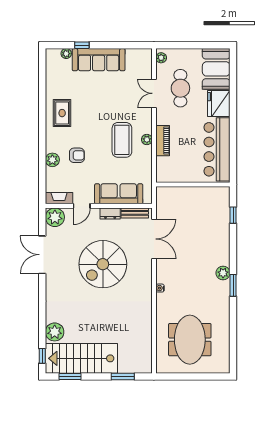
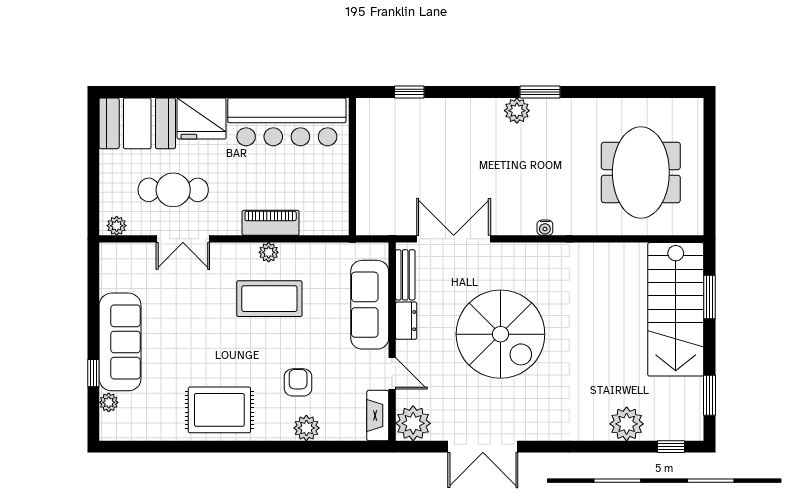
rug: (62, 113) -> (219, 410), width x1.36, depth x1.43
meeting table: (190, 340) -> (641, 172), turned 90
stairs: (81, 358) -> (676, 309), moved

